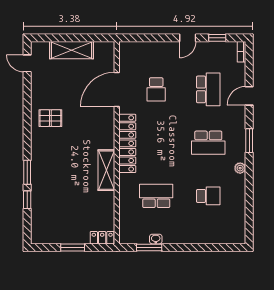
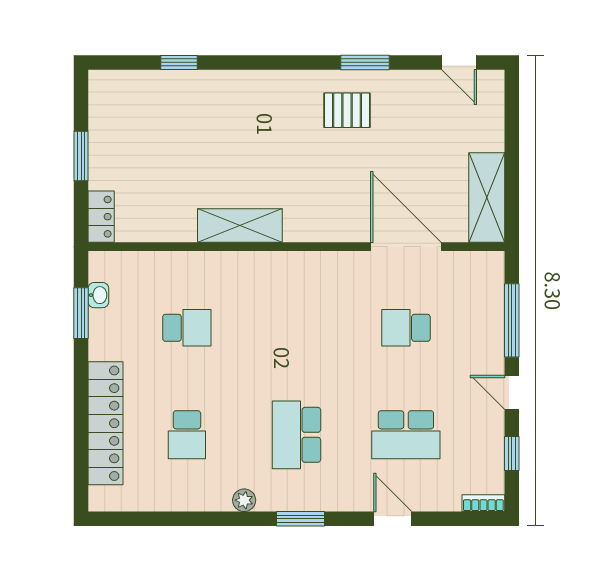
window: (153, 38) -> (512, 320), added
shelving: (71, 50) -> (487, 197), moved
door: (27, 63) -> (459, 62), swing flipped
pallet: (50, 118) -> (347, 110), turned 90
locker: (127, 143) -> (106, 423), moved, turned -90
window: (27, 172) -> (365, 62), moved
school desk: (156, 196) -> (187, 328), width x0.54
washbasin: (156, 239) -> (98, 295), moved

